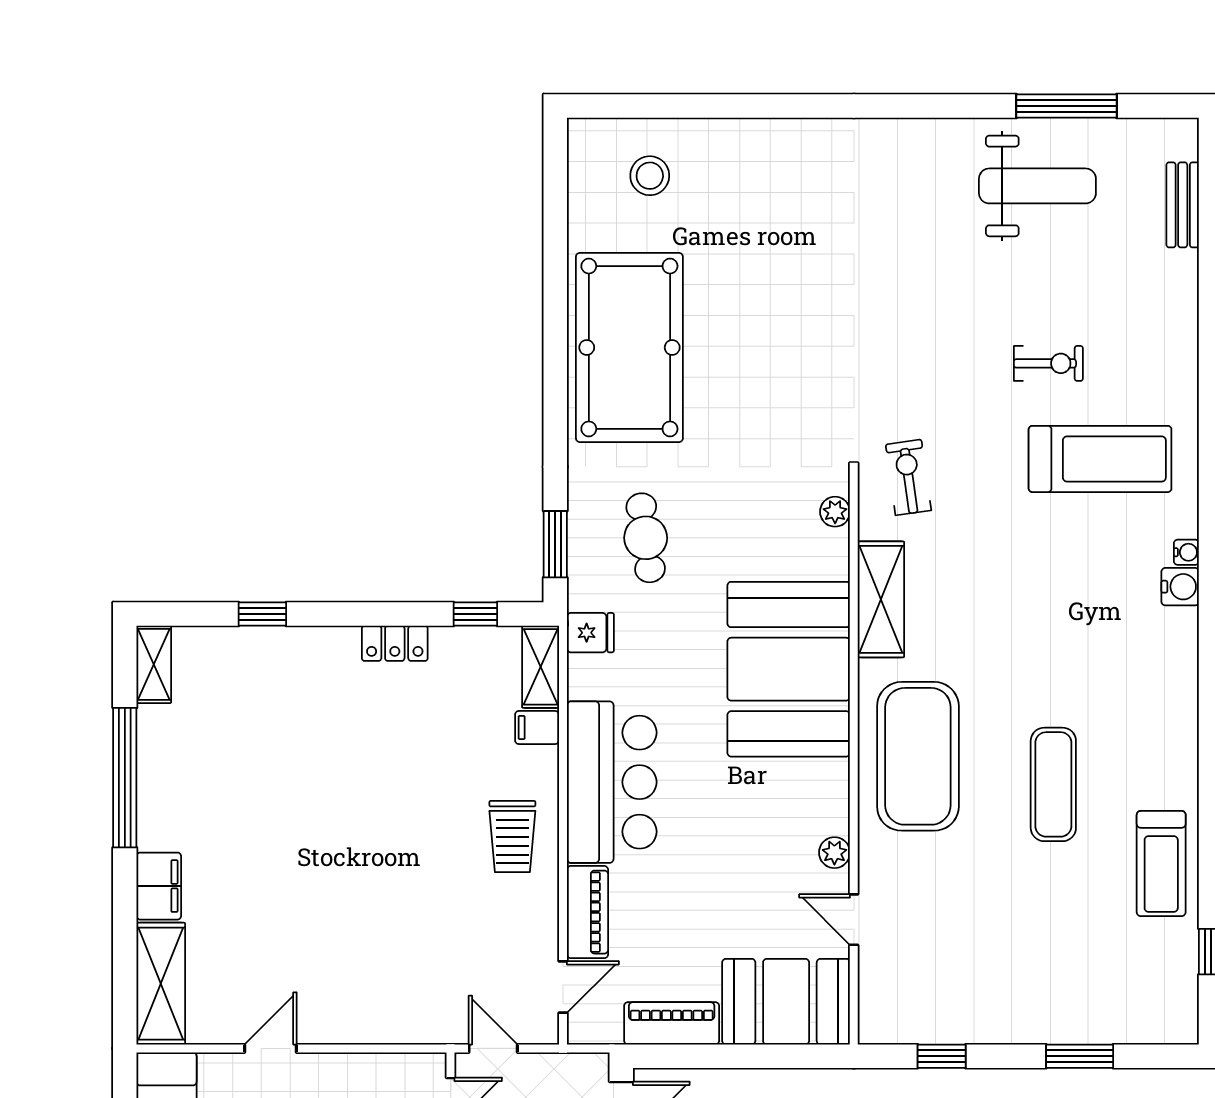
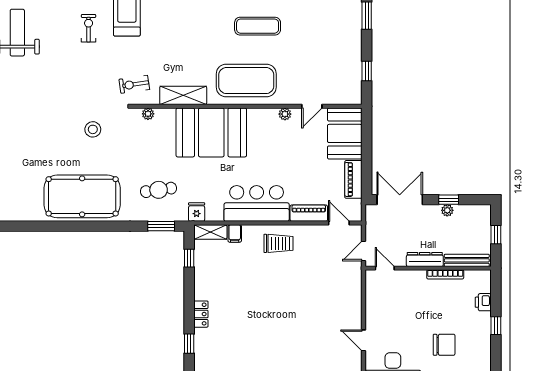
stool: (650, 176) -> (93, 129), moved
locker: (395, 643) -> (201, 314), moved

